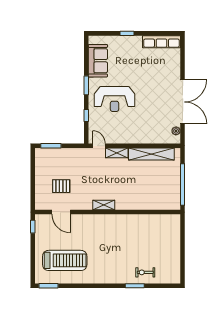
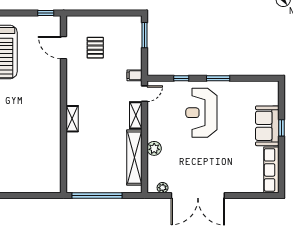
sofa: (98, 61) -> (267, 126), moved, turned 90
plant: (144, 138) -> (154, 148), added
filing cabinet: (84, 154) -> (135, 75), added
shelving: (104, 205) -> (72, 119), moved
door: (61, 212) -> (64, 48), hinge flipped

